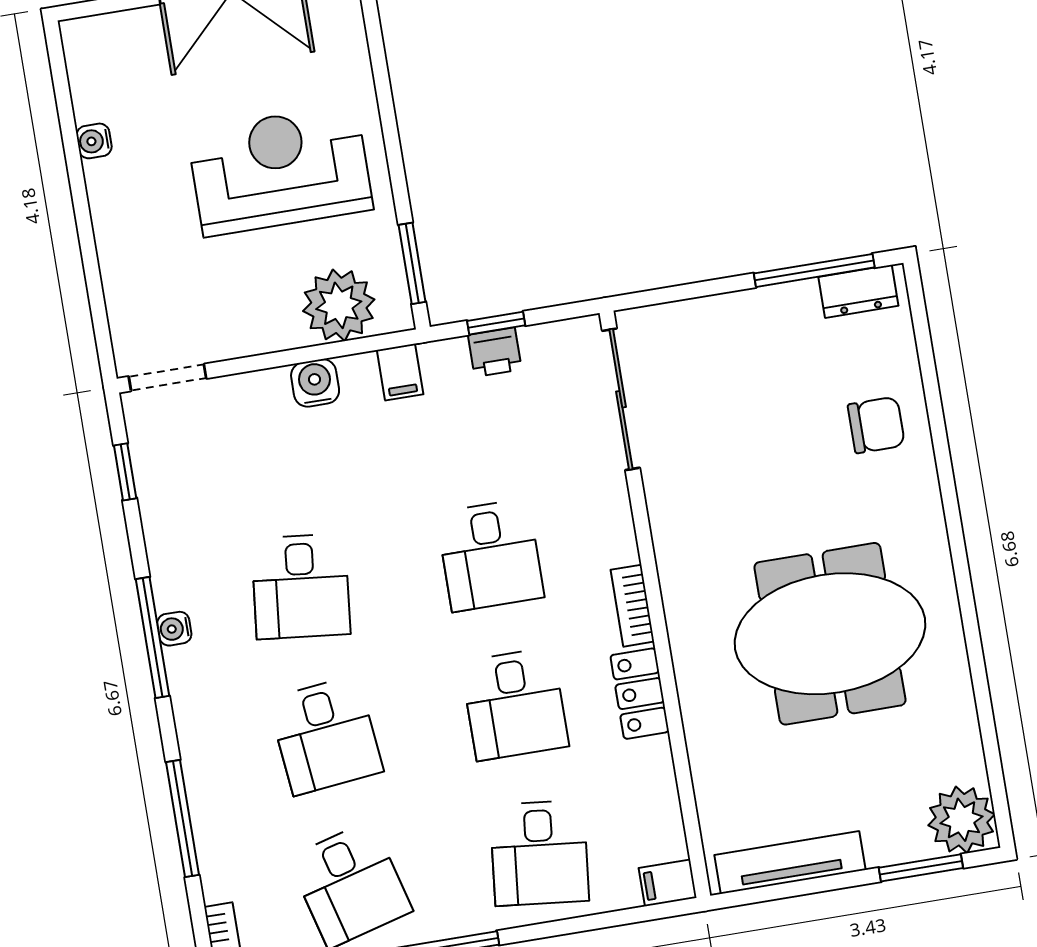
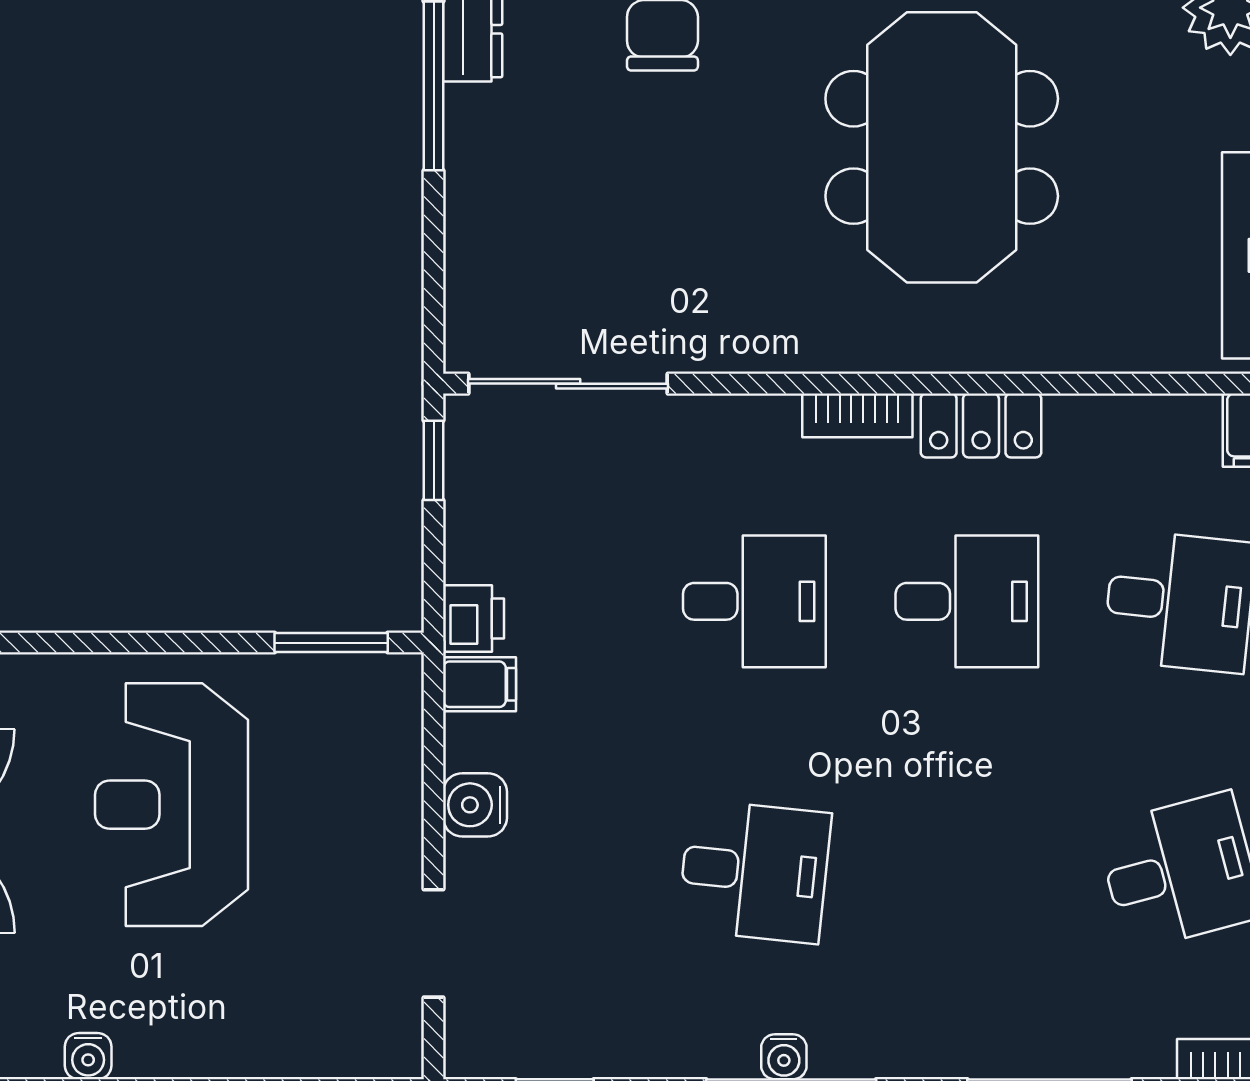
plant: (339, 305) -> (373, 754), removed
window: (496, 323) -> (434, 460), moved
printer: (495, 352) -> (474, 618), moved
doorway: (168, 377) -> (434, 943), moved
desk: (325, 735) -> (967, 871), removed

